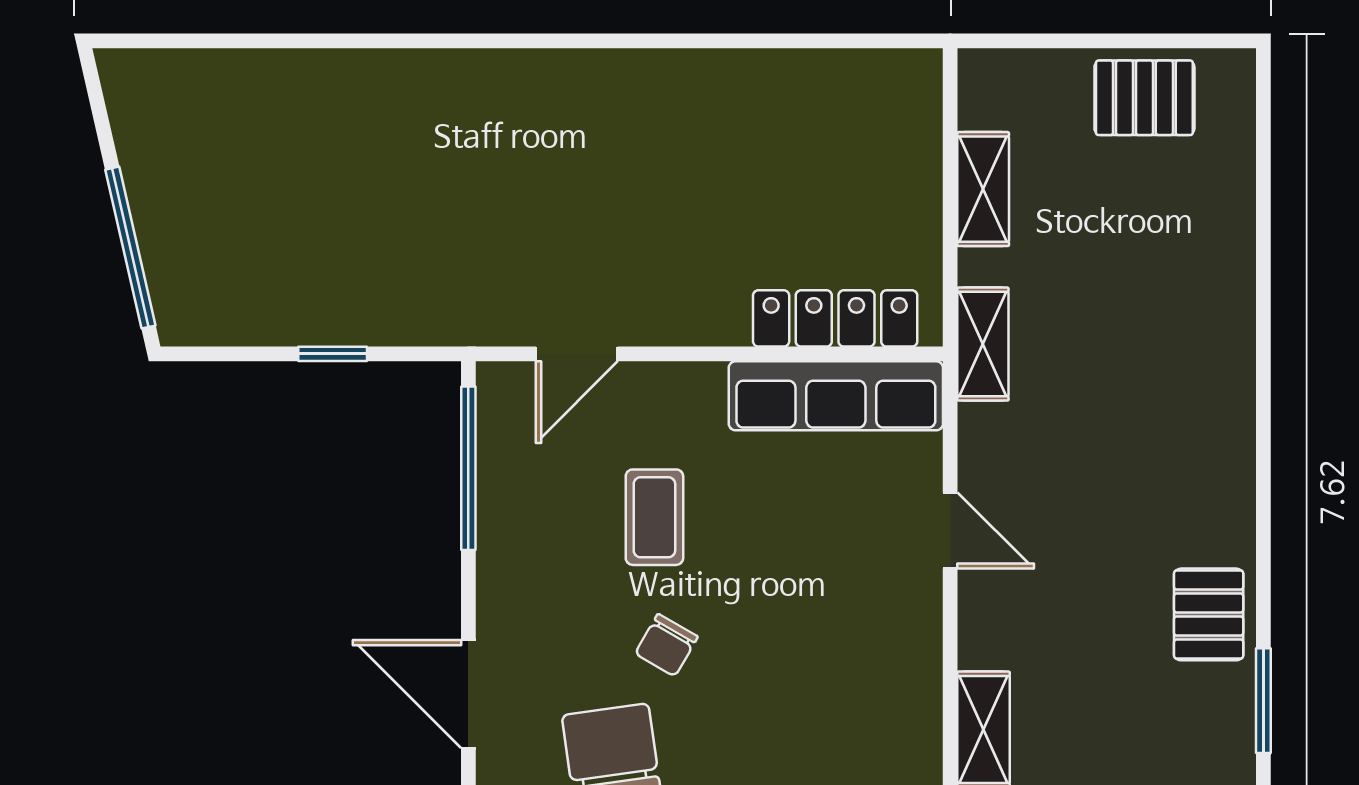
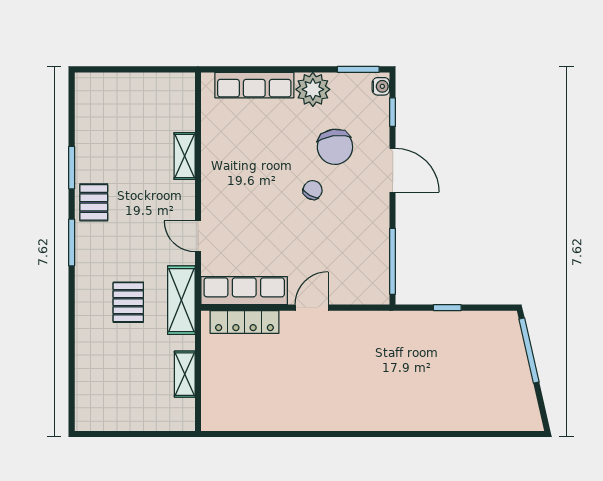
pallet: (1144, 98) -> (128, 302), moved, turned 90
shelving: (983, 344) -> (181, 300), width x1.50, depth x1.33
door: (577, 354) -> (312, 308), moved
window: (1263, 515) -> (72, 243), added
coffee table: (654, 517) -> (317, 242), removed

